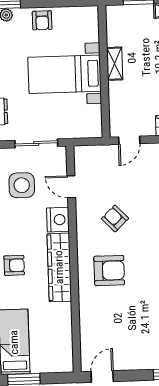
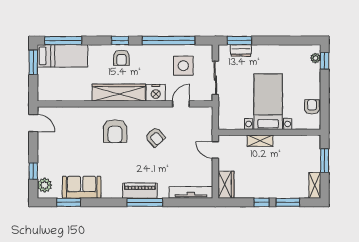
armchair: (42, 20) -> (312, 107), moved, turned 90
shelving: (115, 64) -> (260, 141), moved
armchair: (115, 218) -> (155, 137), turned 92

